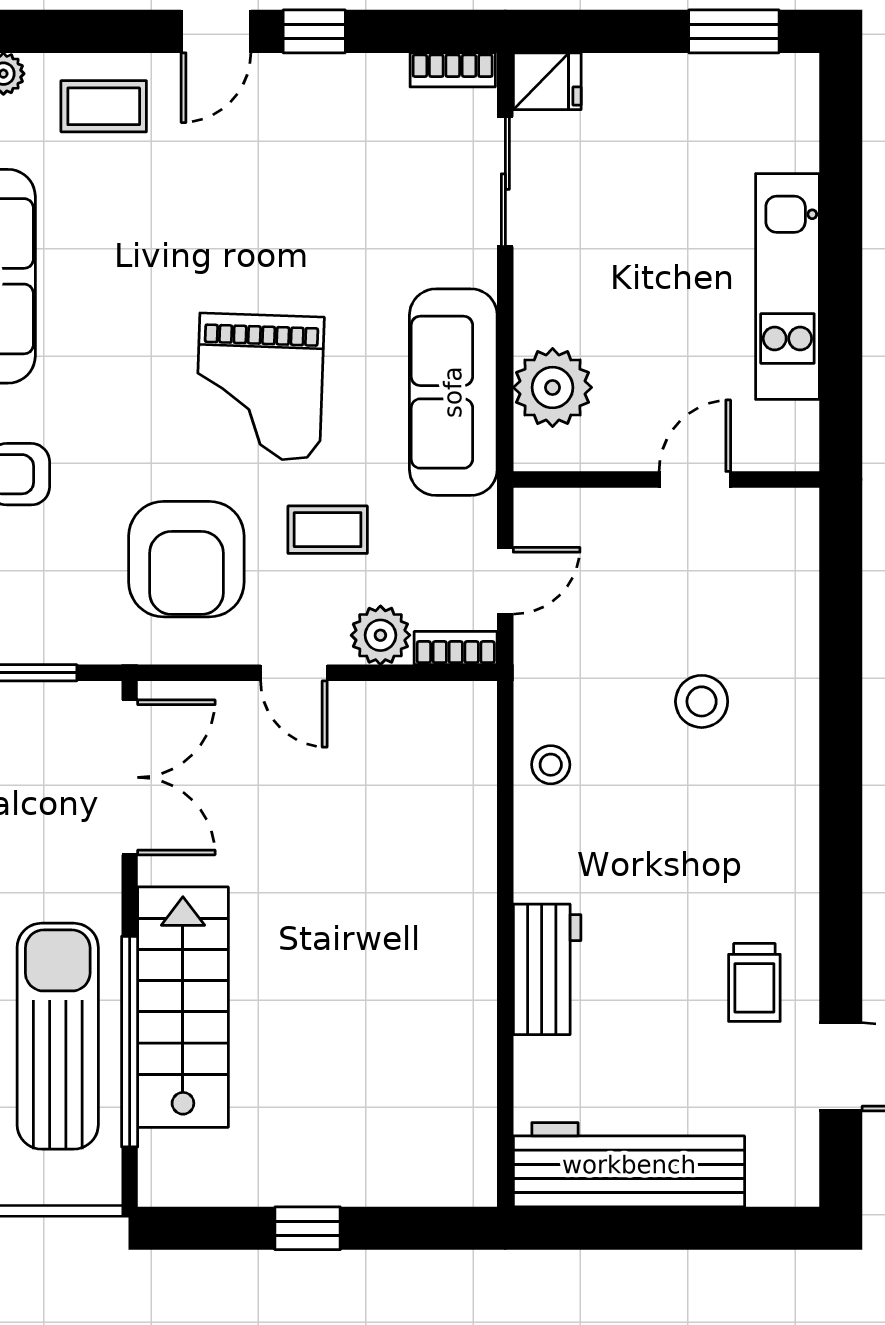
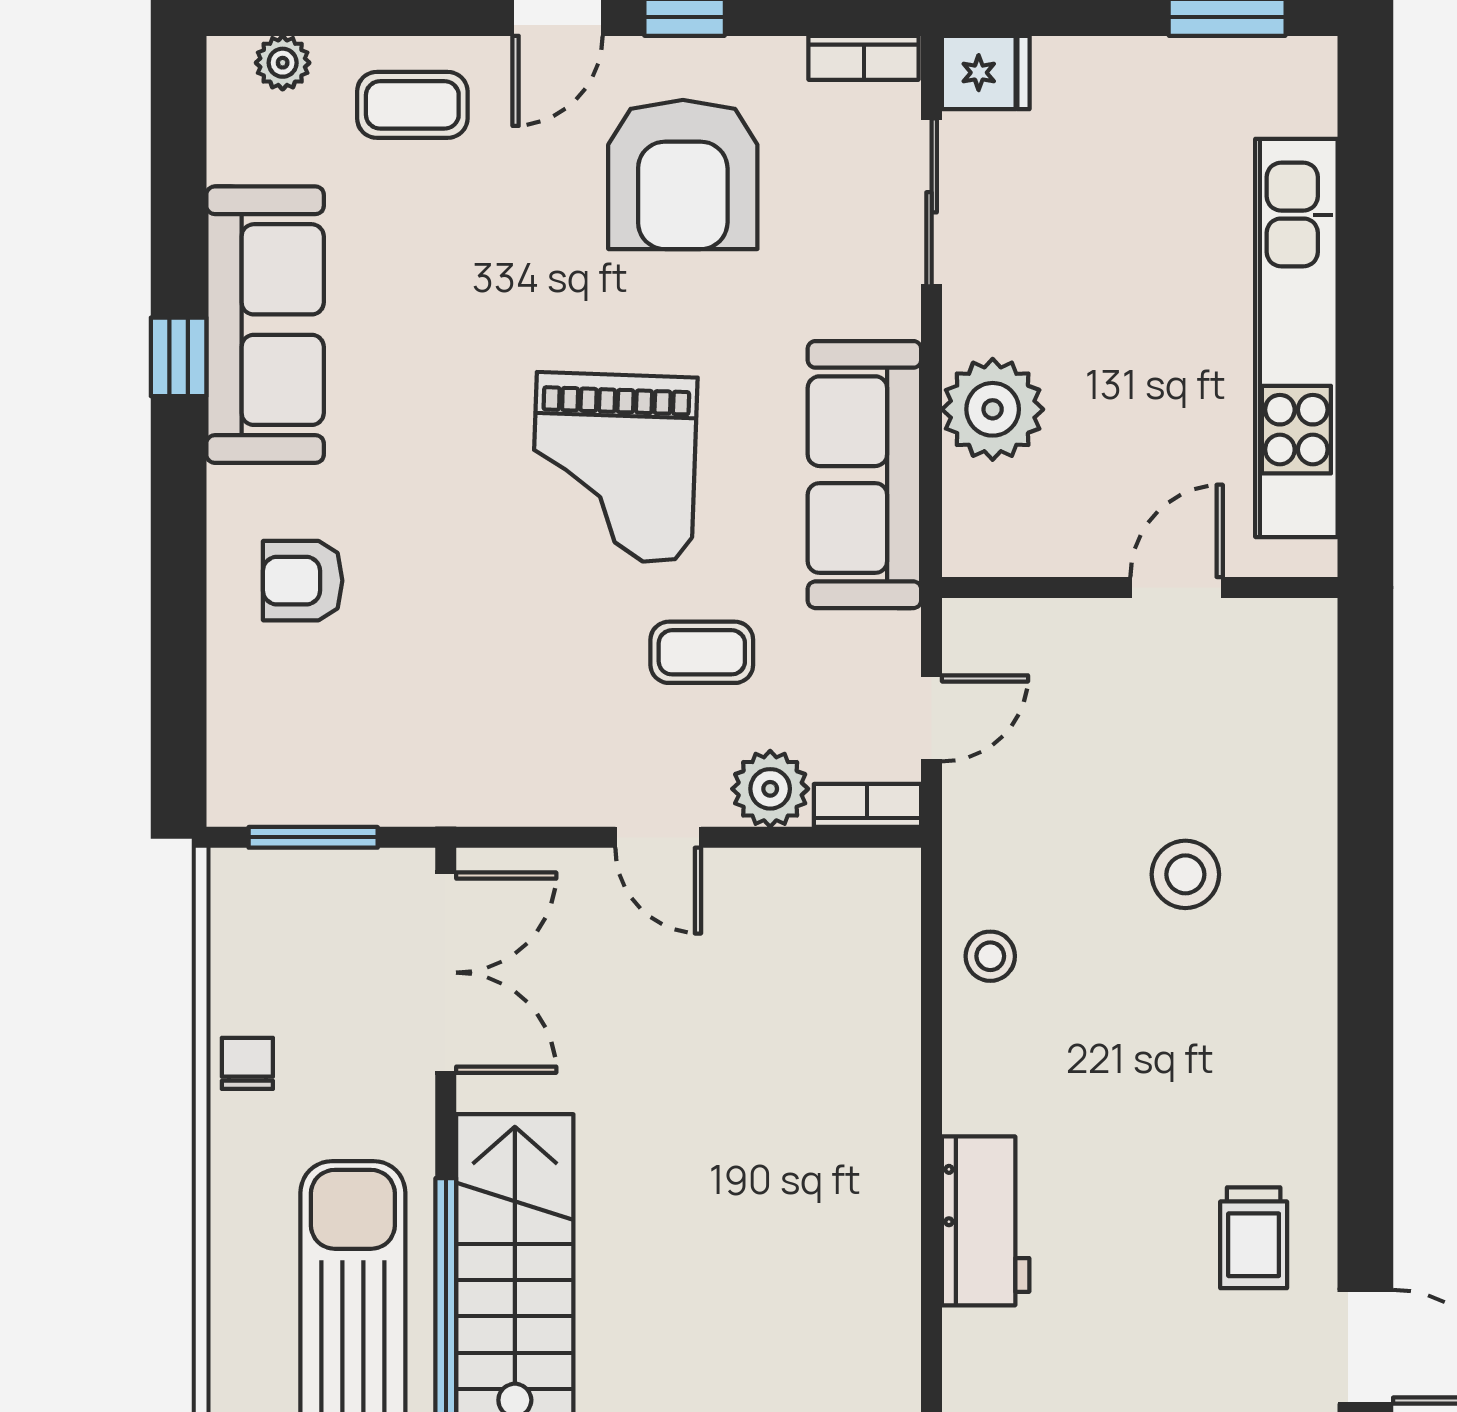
kitchen unit: (787, 287) -> (1296, 338), width x1.36
plant: (553, 387) -> (993, 409), moved
armchair: (186, 559) -> (683, 175), moved

